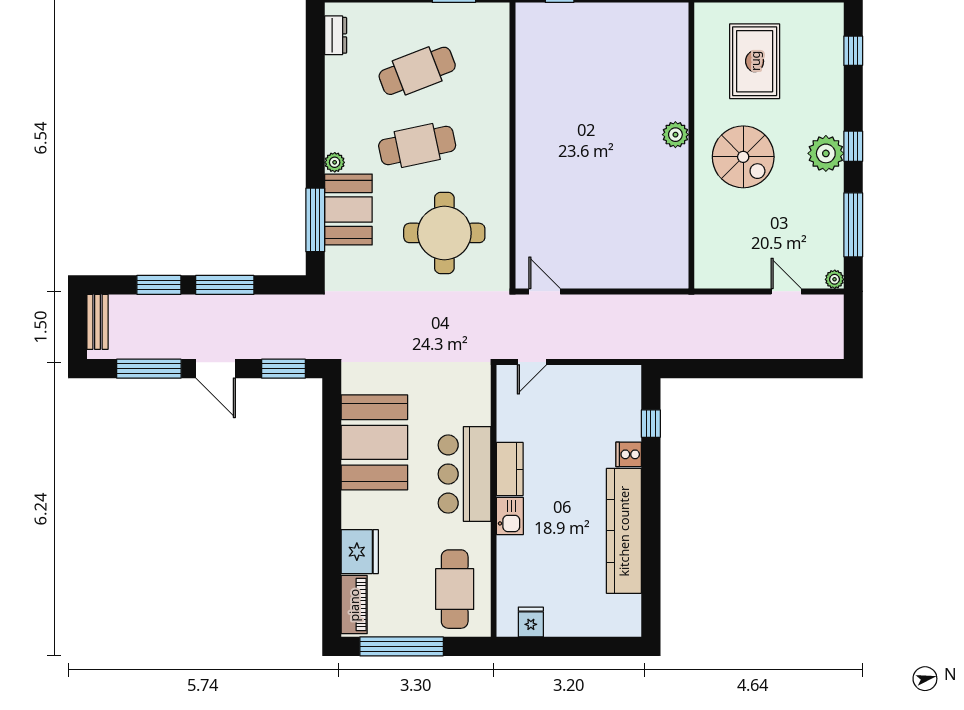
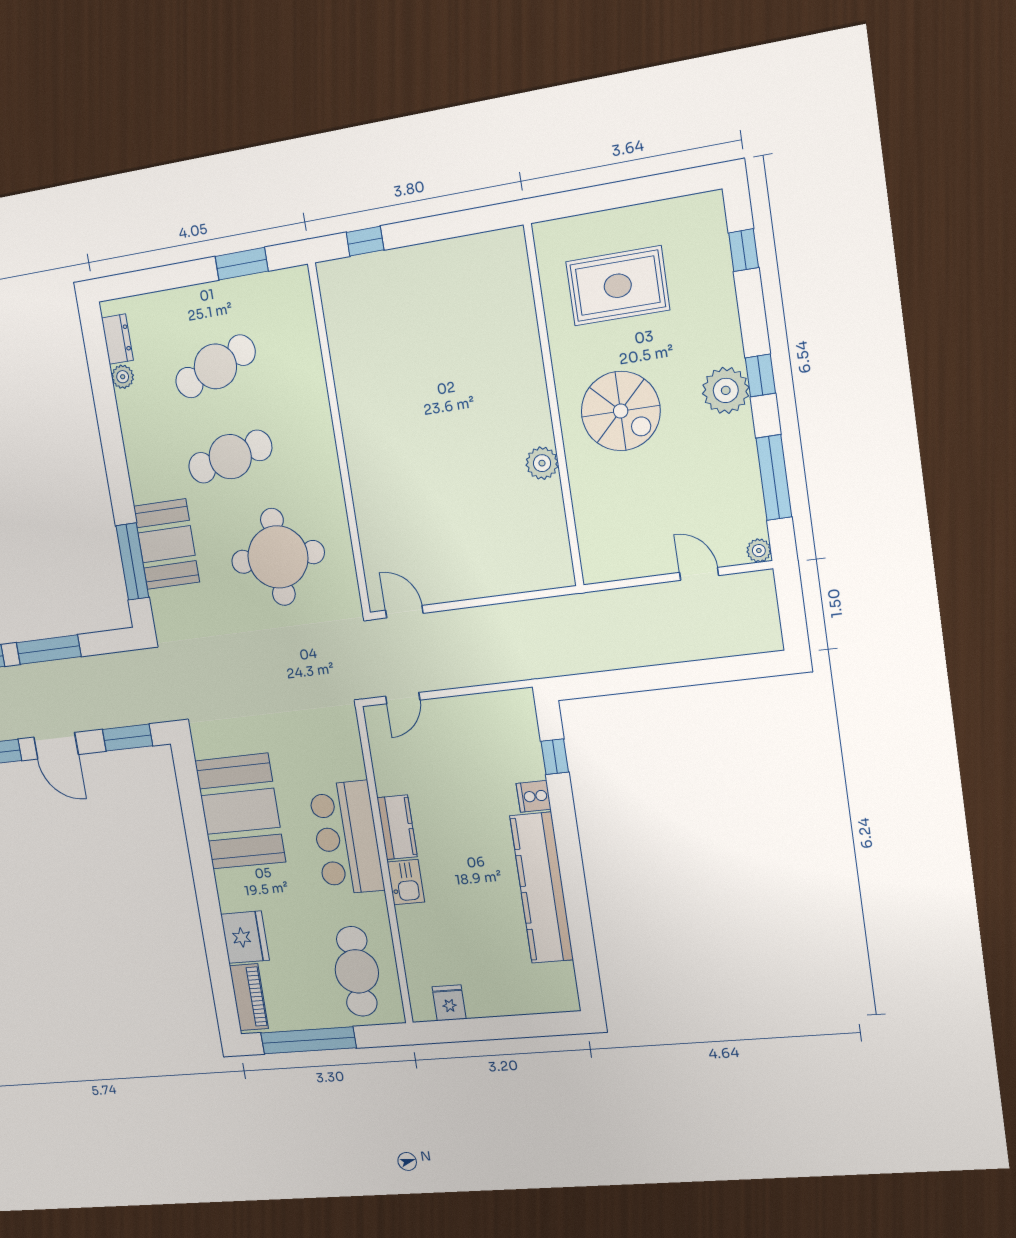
rug: (755, 61) -> (618, 286), turned 90
plant: (675, 135) -> (542, 463), moved
plant: (335, 162) -> (123, 377), moved

